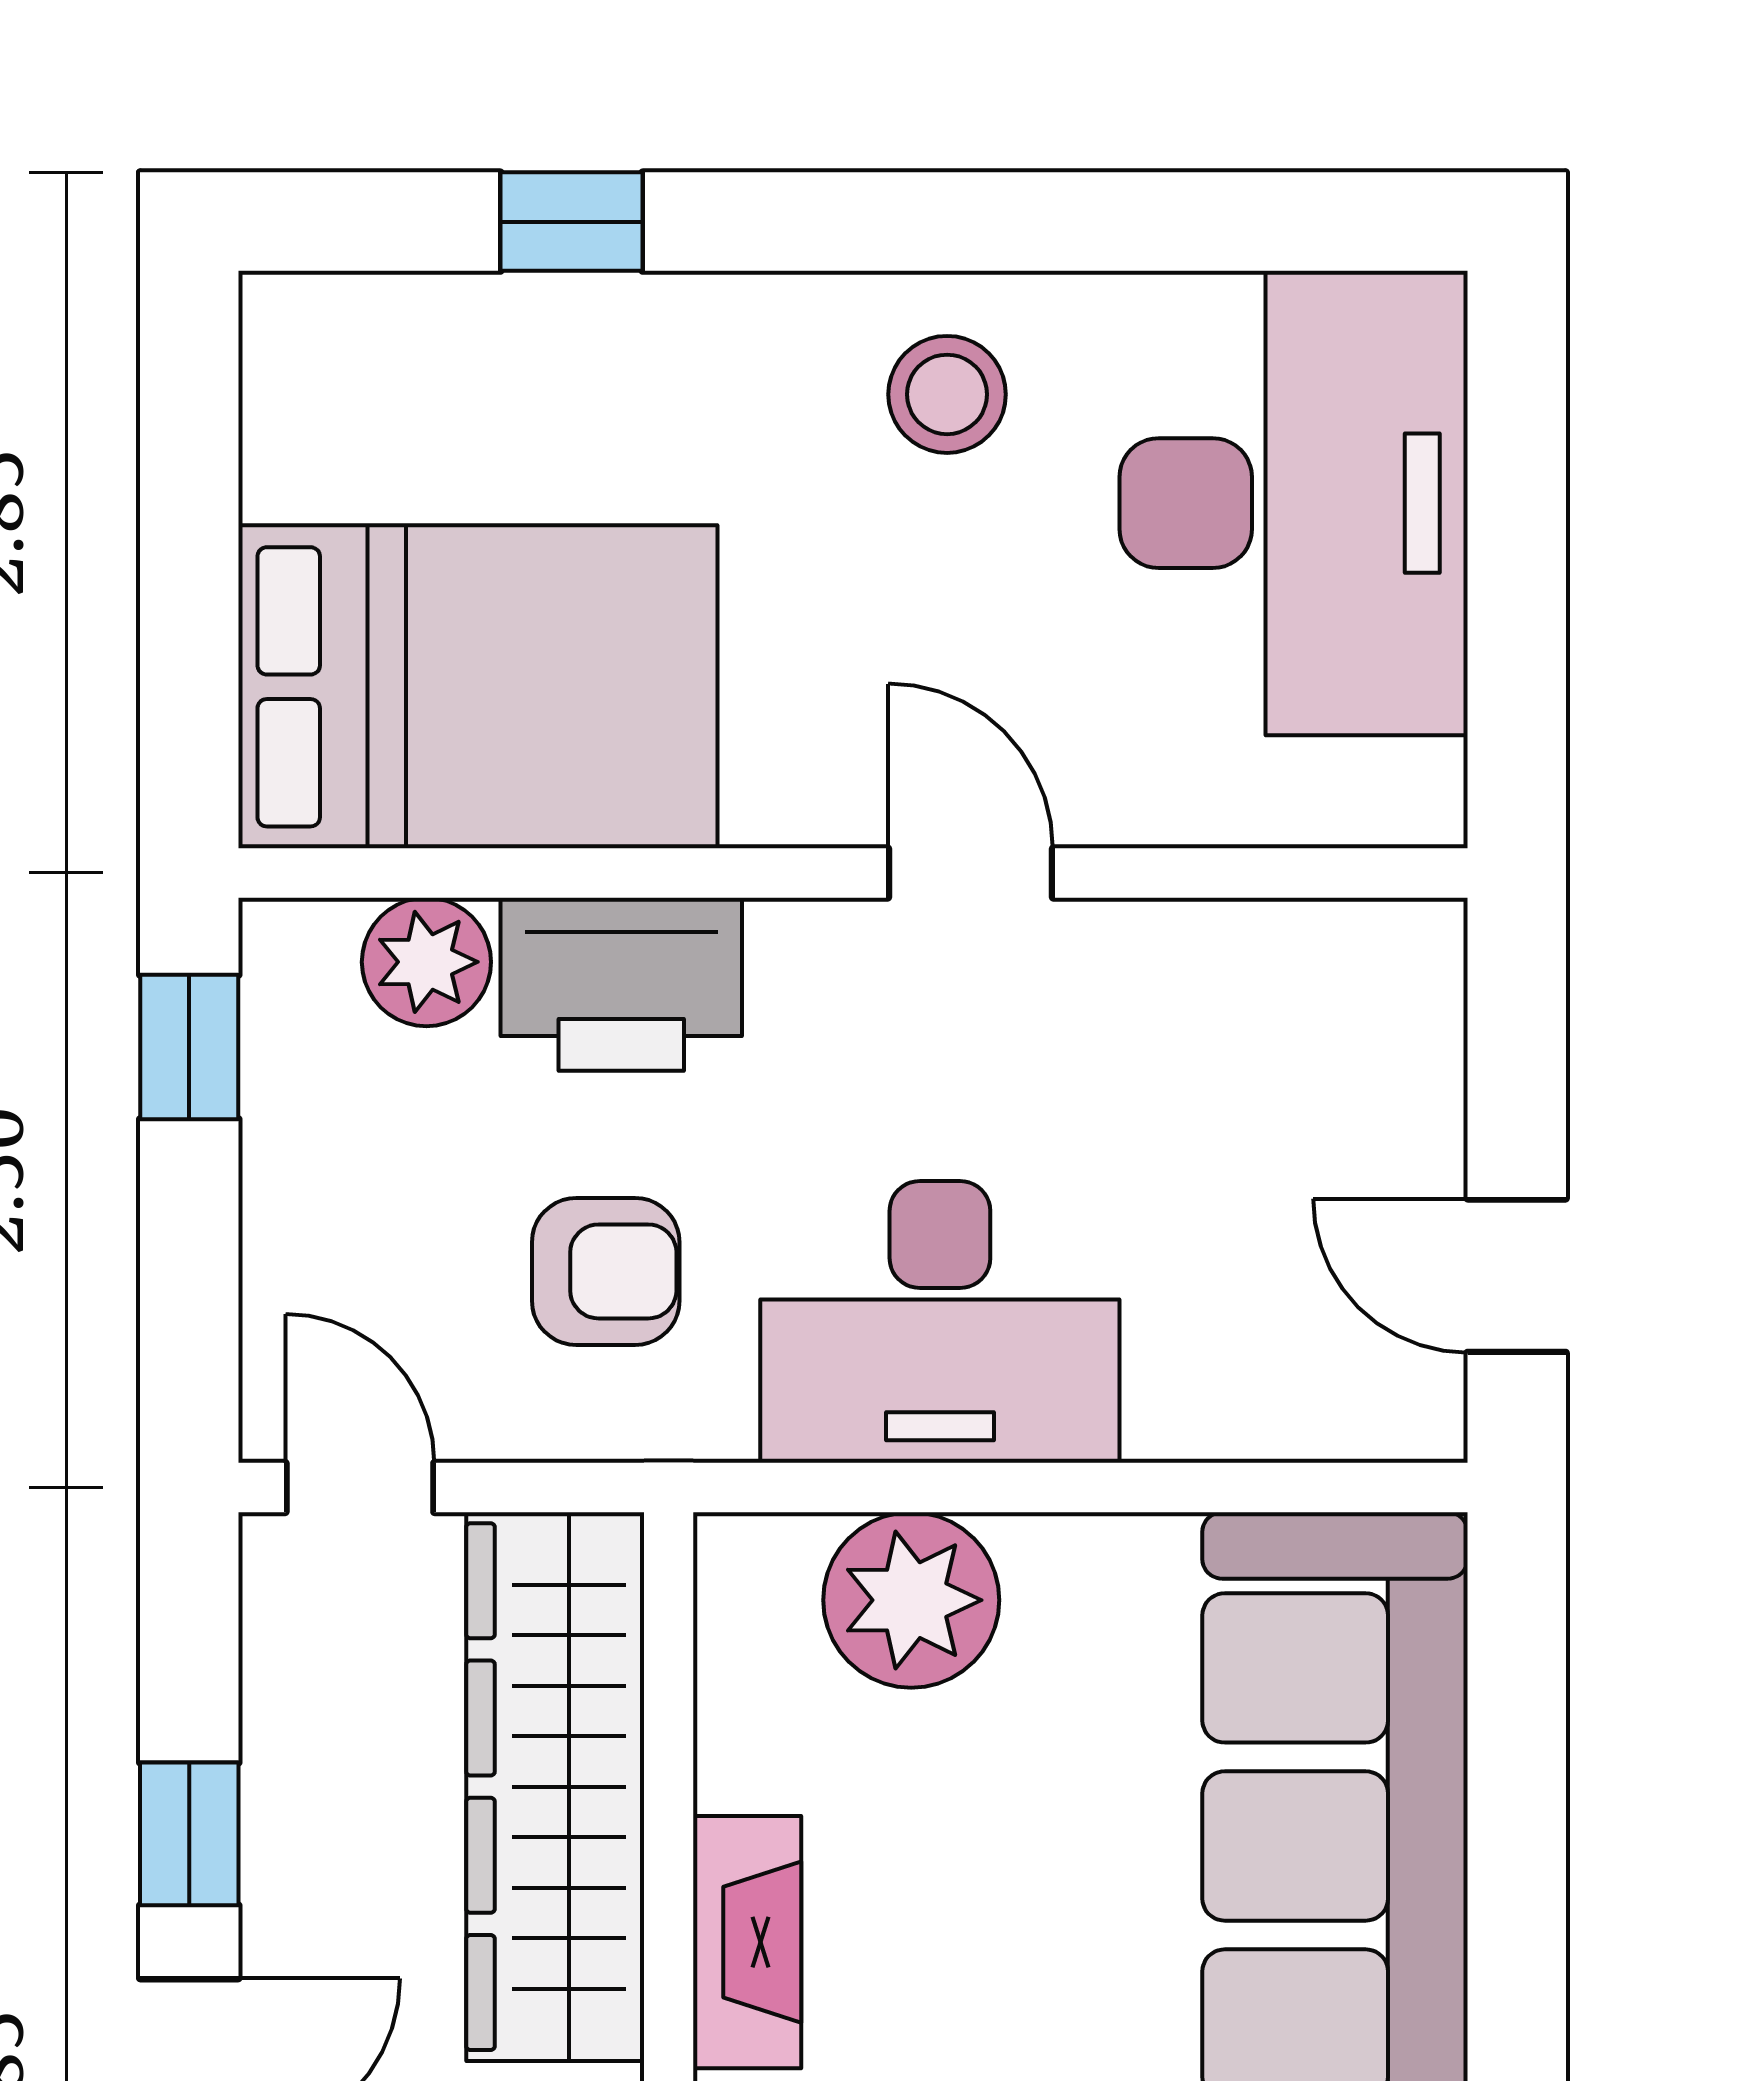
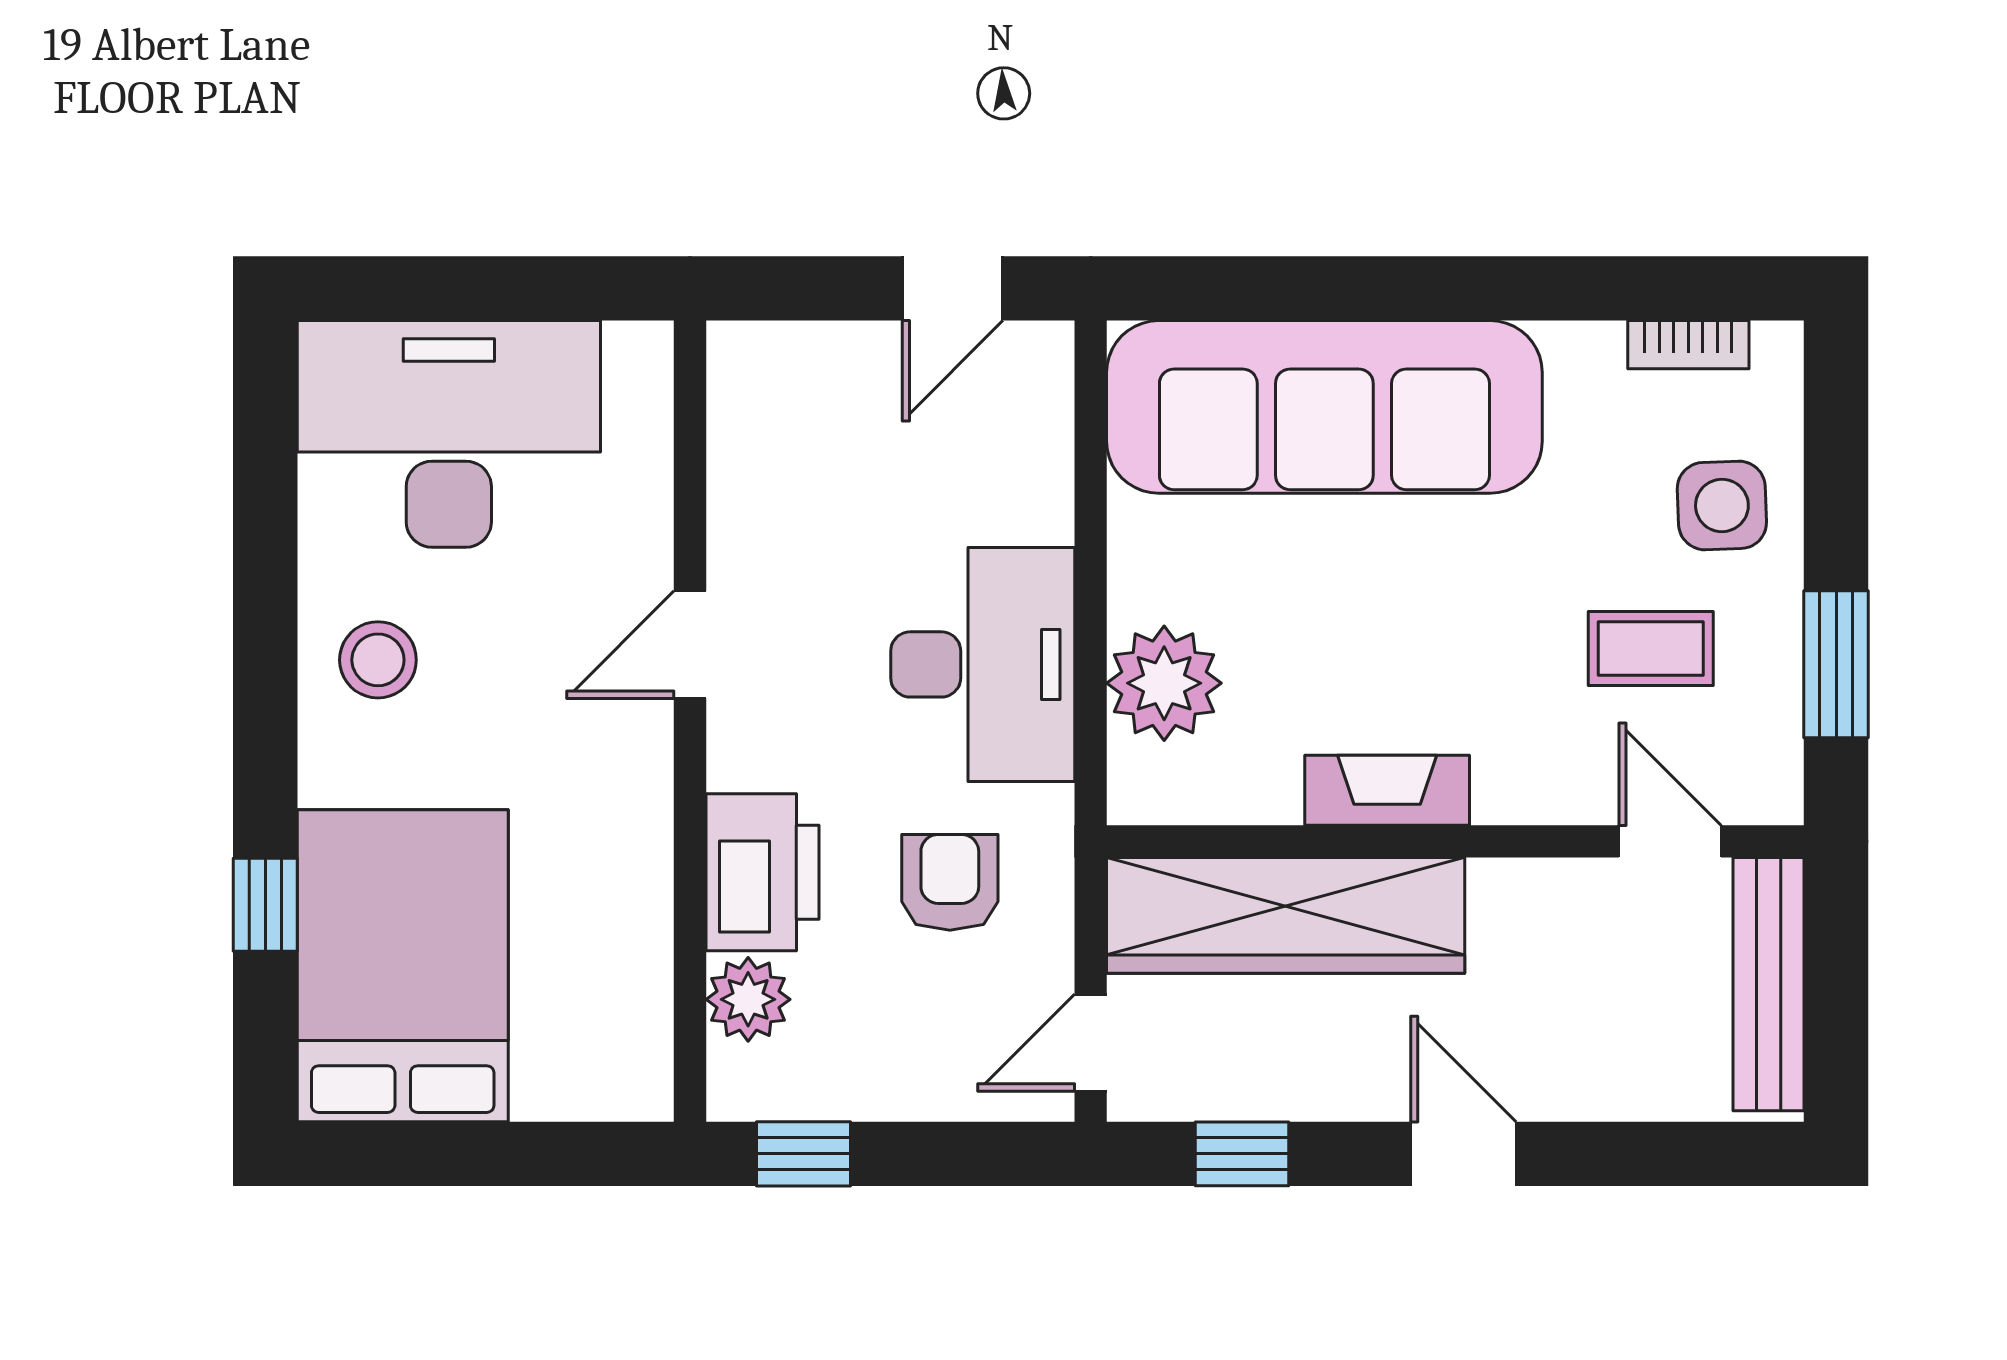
bed: (478, 687) -> (403, 966), moved
window: (189, 1834) -> (1242, 1154), moved

